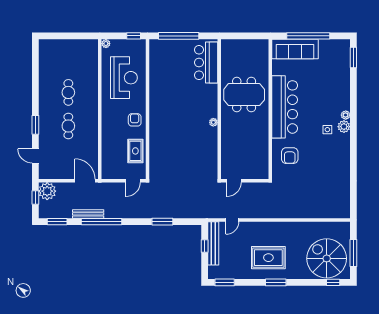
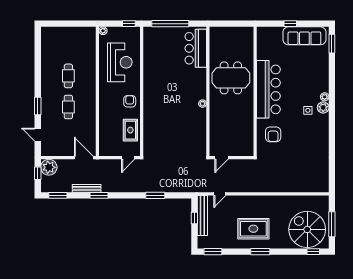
window: (308, 36) -> (290, 24), width x0.32
sofa: (295, 49) -> (304, 36), moved
window: (101, 222) -> (99, 195), width x0.47

